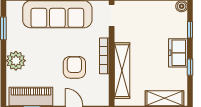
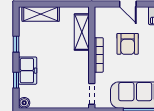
freezer: (178, 53) -> (28, 71), moved
shelving: (122, 71) -> (82, 32), width x0.68

